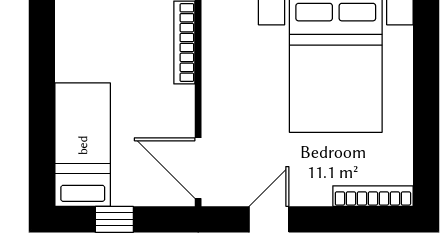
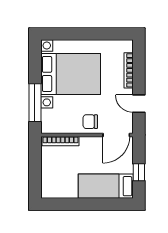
chair: (228, 109) -> (90, 122), added
bookcase: (373, 196) -> (129, 70), moved

